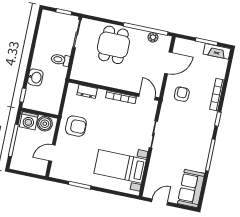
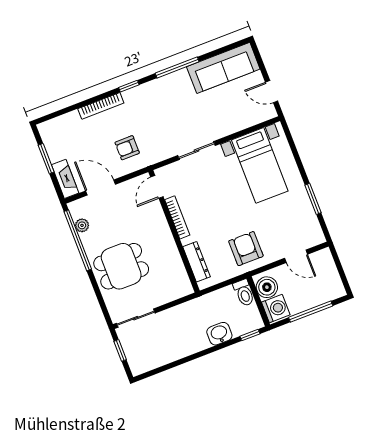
fireplace: (217, 51) -> (65, 179), moved
toilet: (60, 60) -> (244, 293), moved
dresser: (87, 92) -> (196, 262), width x1.44
sofa: (191, 188) -> (223, 68), width x1.36

